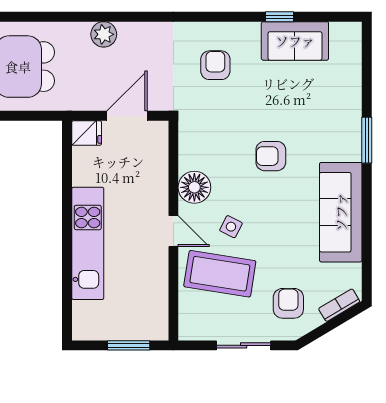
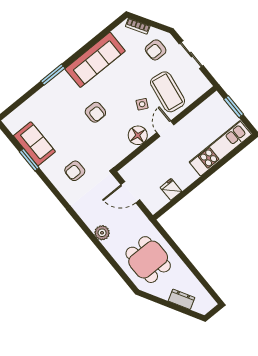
window: (279, 17) -> (29, 160), width x1.50
fridge: (87, 133) -> (171, 189), moved
kitchen unit: (88, 243) -> (220, 148), moved

